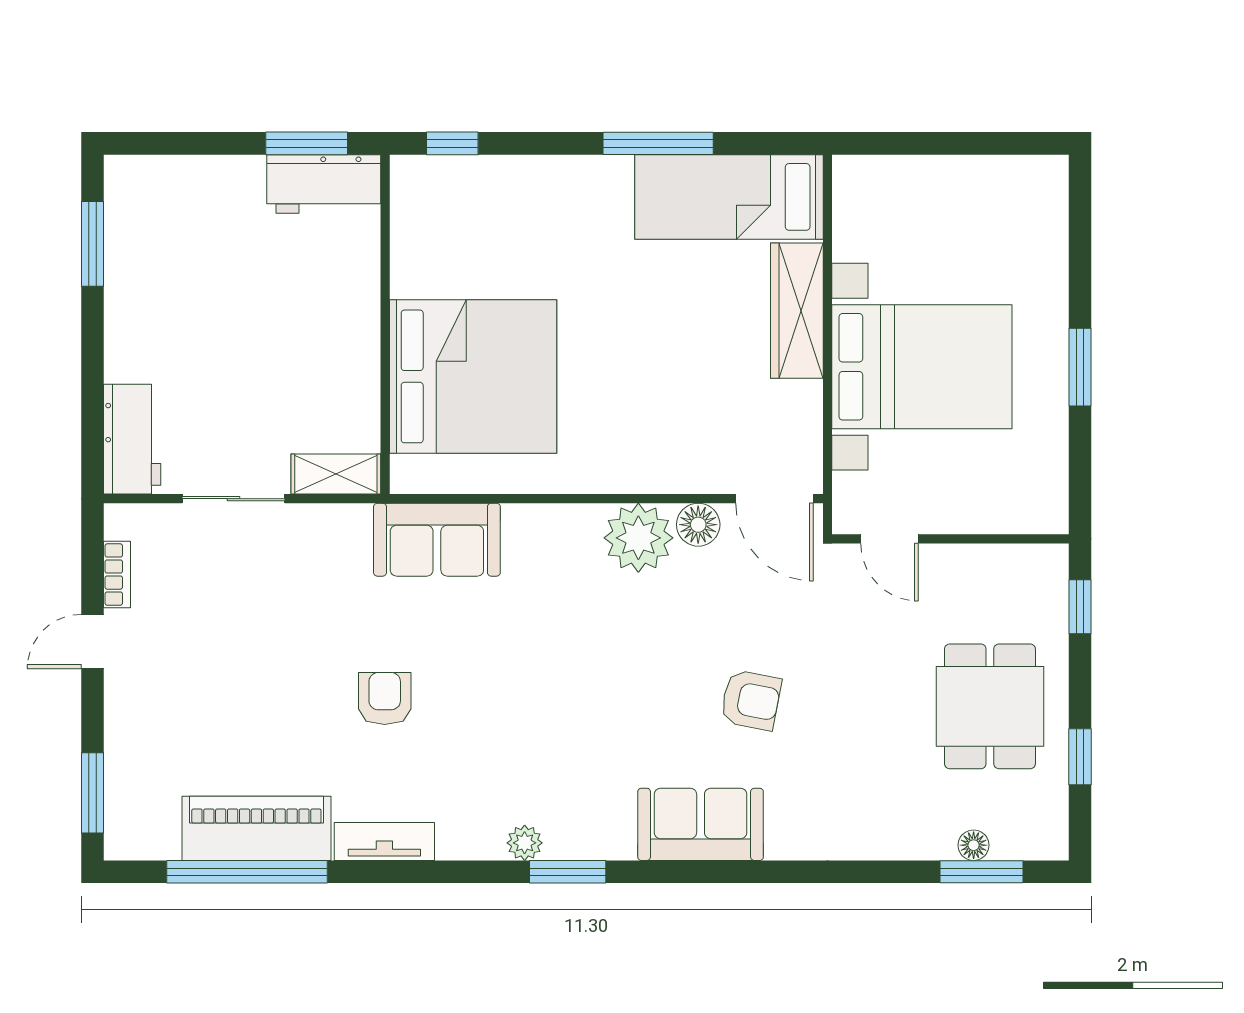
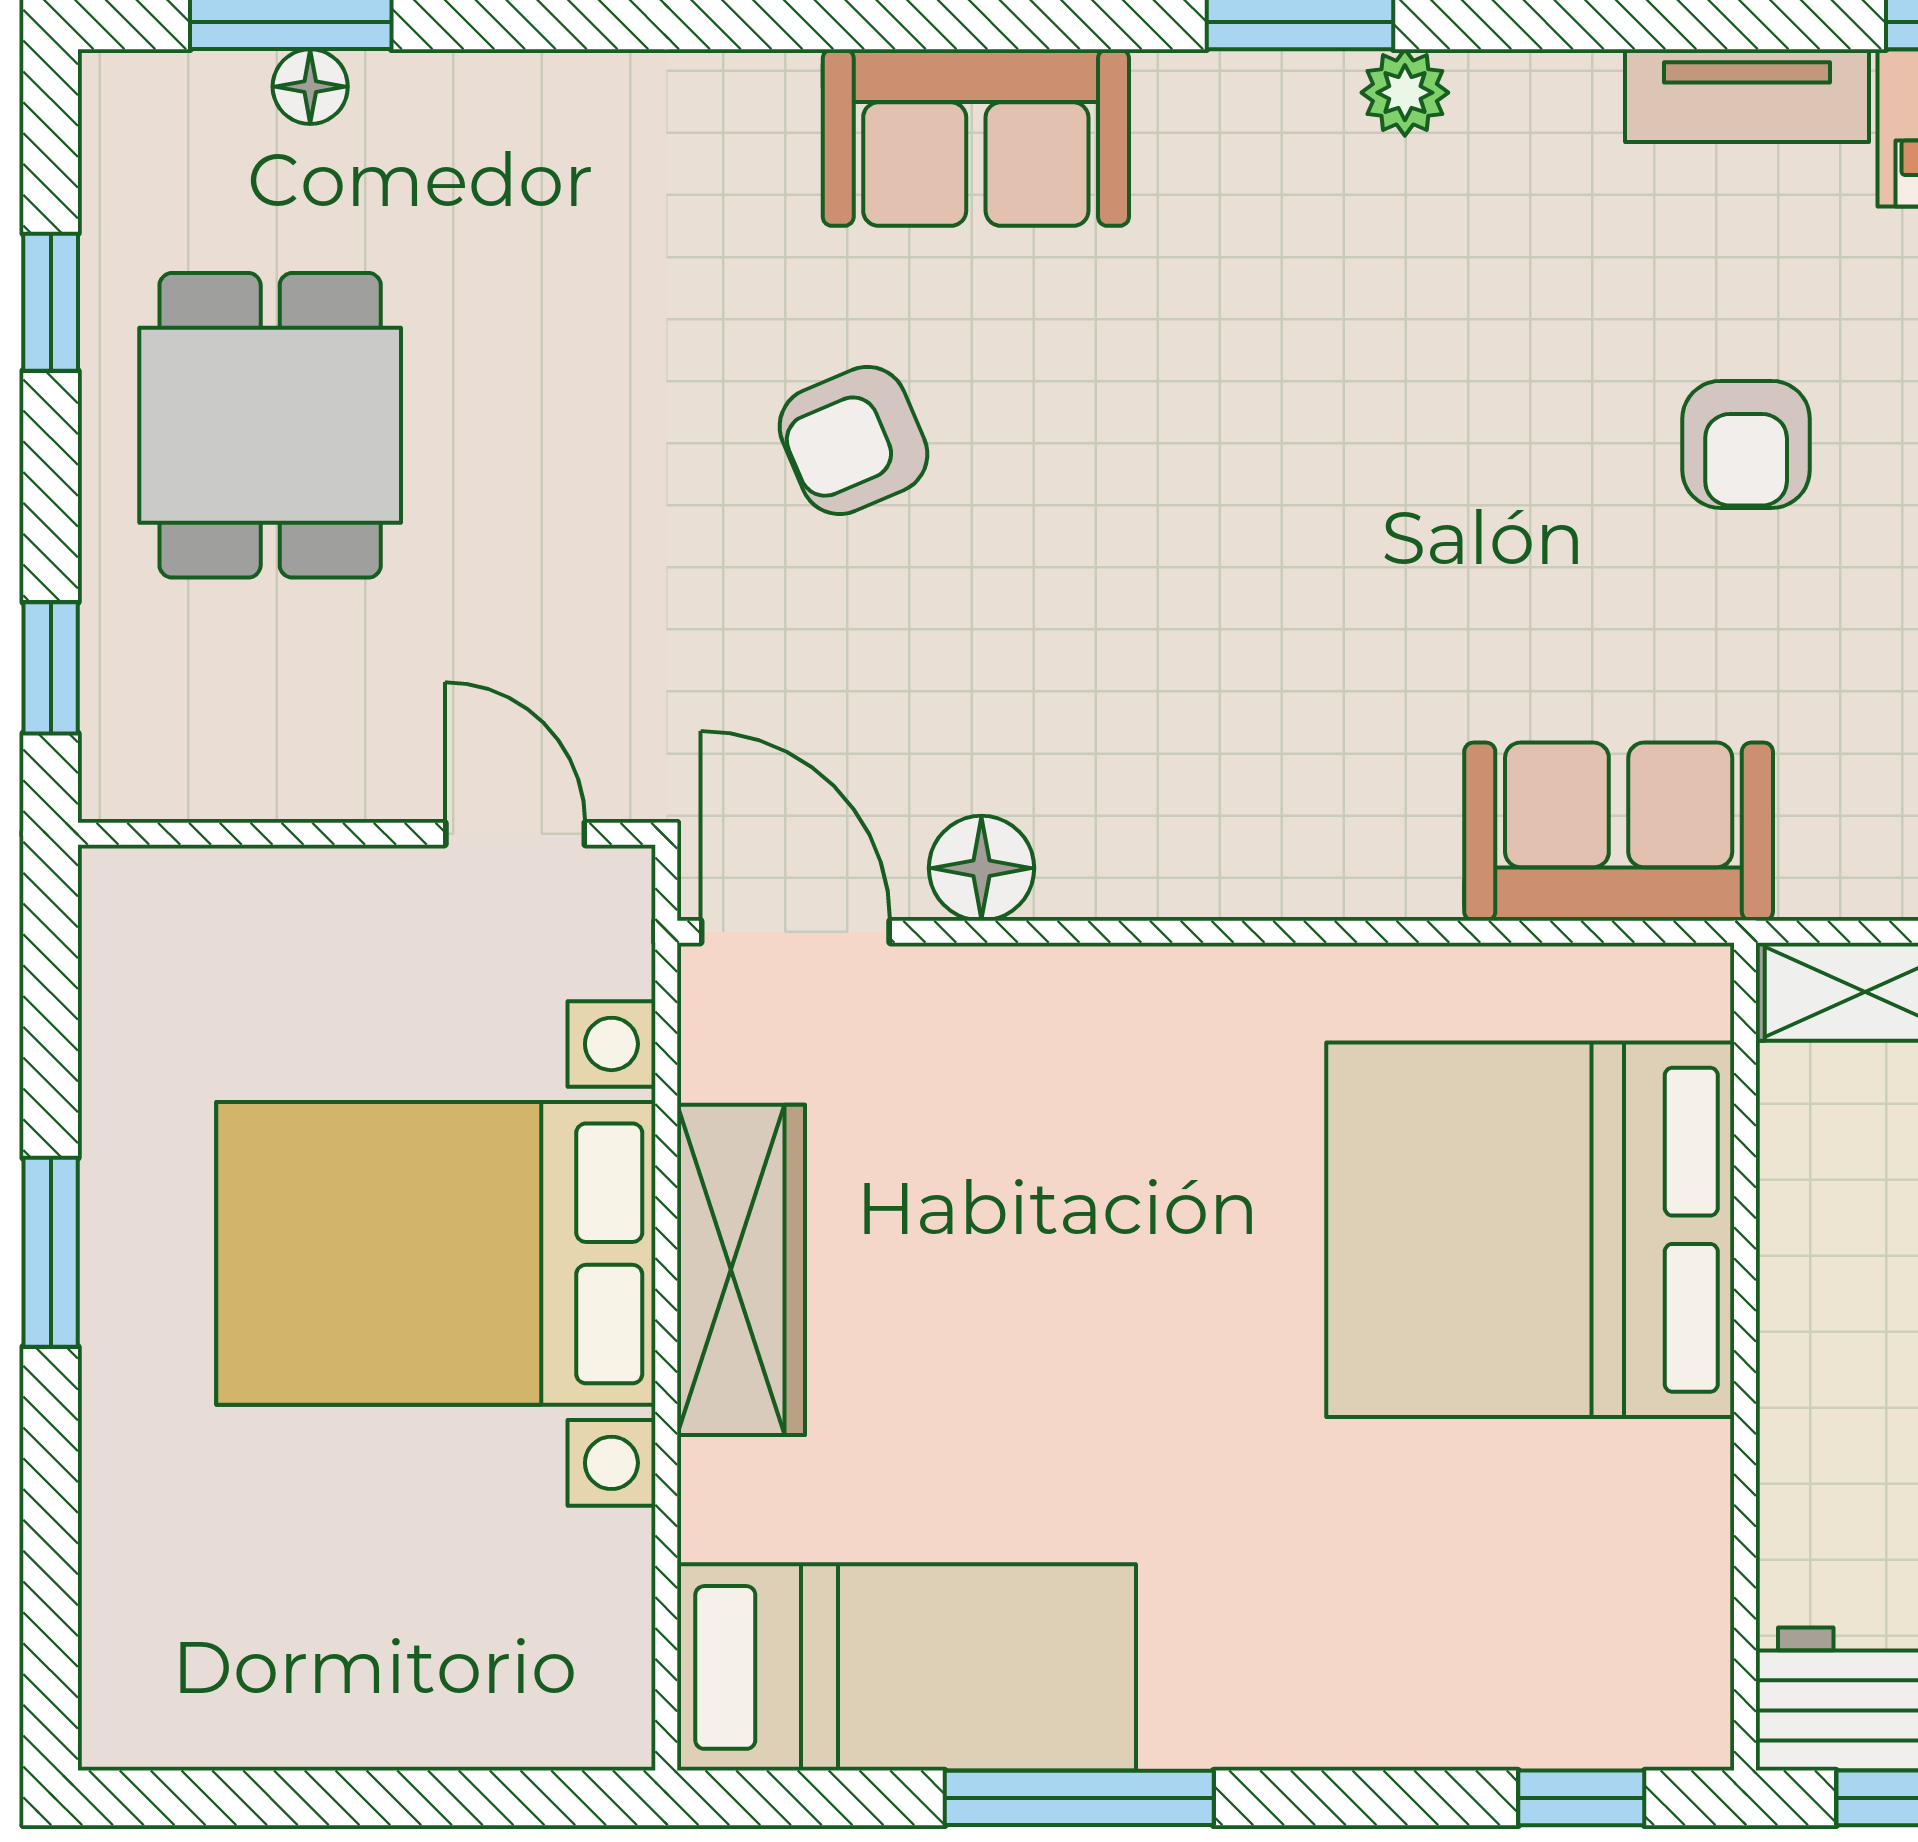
wardrobe: (797, 311) -> (741, 1270), moved
plant: (638, 538) -> (1127, 836), removed
armchair: (751, 700) -> (853, 440), turned -34

